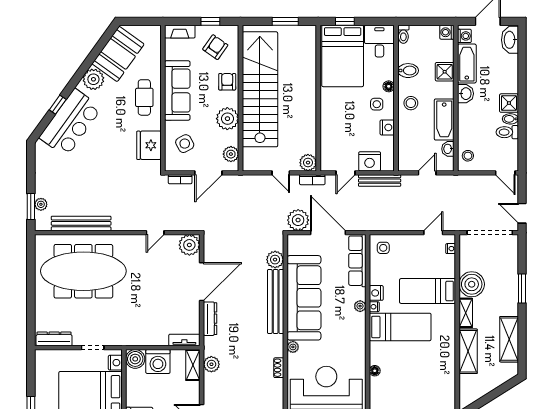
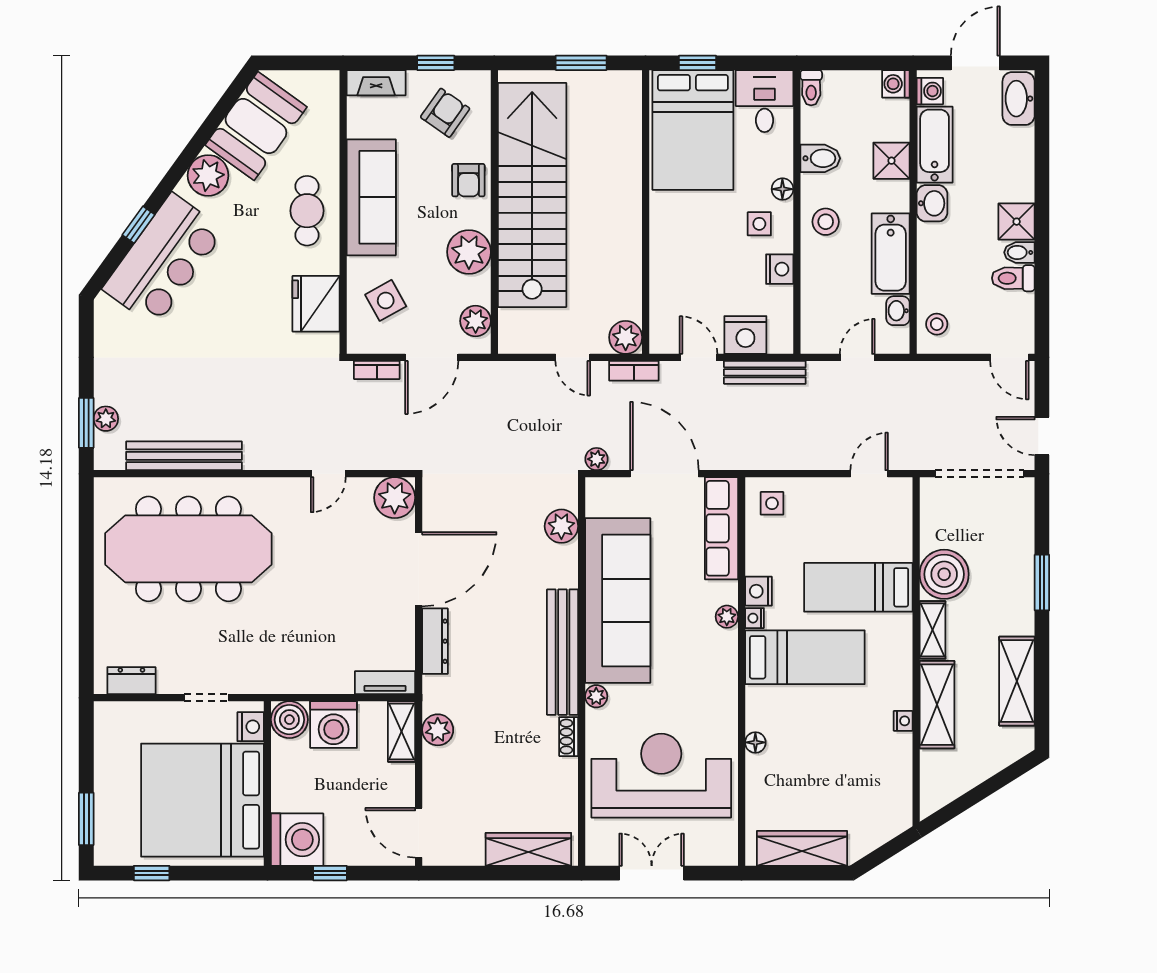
armchair: (227, 82) -> (468, 180), turned 180
door: (345, 173) -> (699, 357), swing flipped
plant: (298, 220) -> (596, 459), width x0.53, depth x0.53
nightstand: (451, 249) -> (903, 721), moved
bench: (276, 302) -> (562, 652), moved
dresser: (54, 339) -> (131, 681), width x0.70

